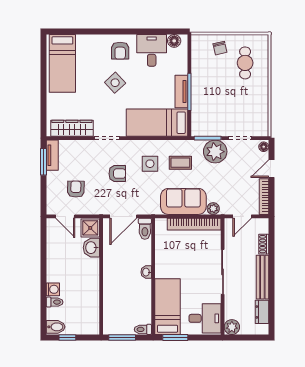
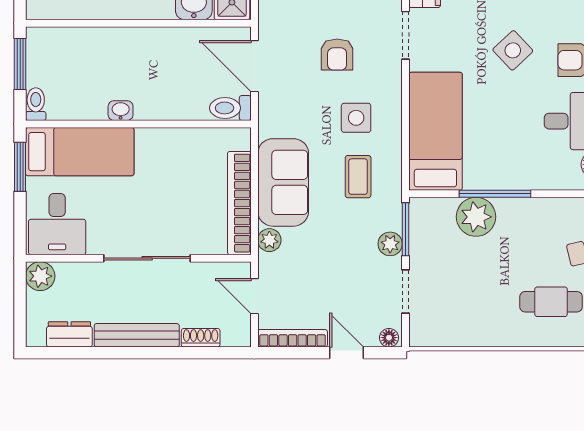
tv unit: (181, 91) -> (496, 178), removed
plant: (201, 102) -> (476, 217), added
plant: (215, 152) -> (390, 244), width x0.53, depth x0.53
washbasin: (146, 272) -> (121, 111), moved

